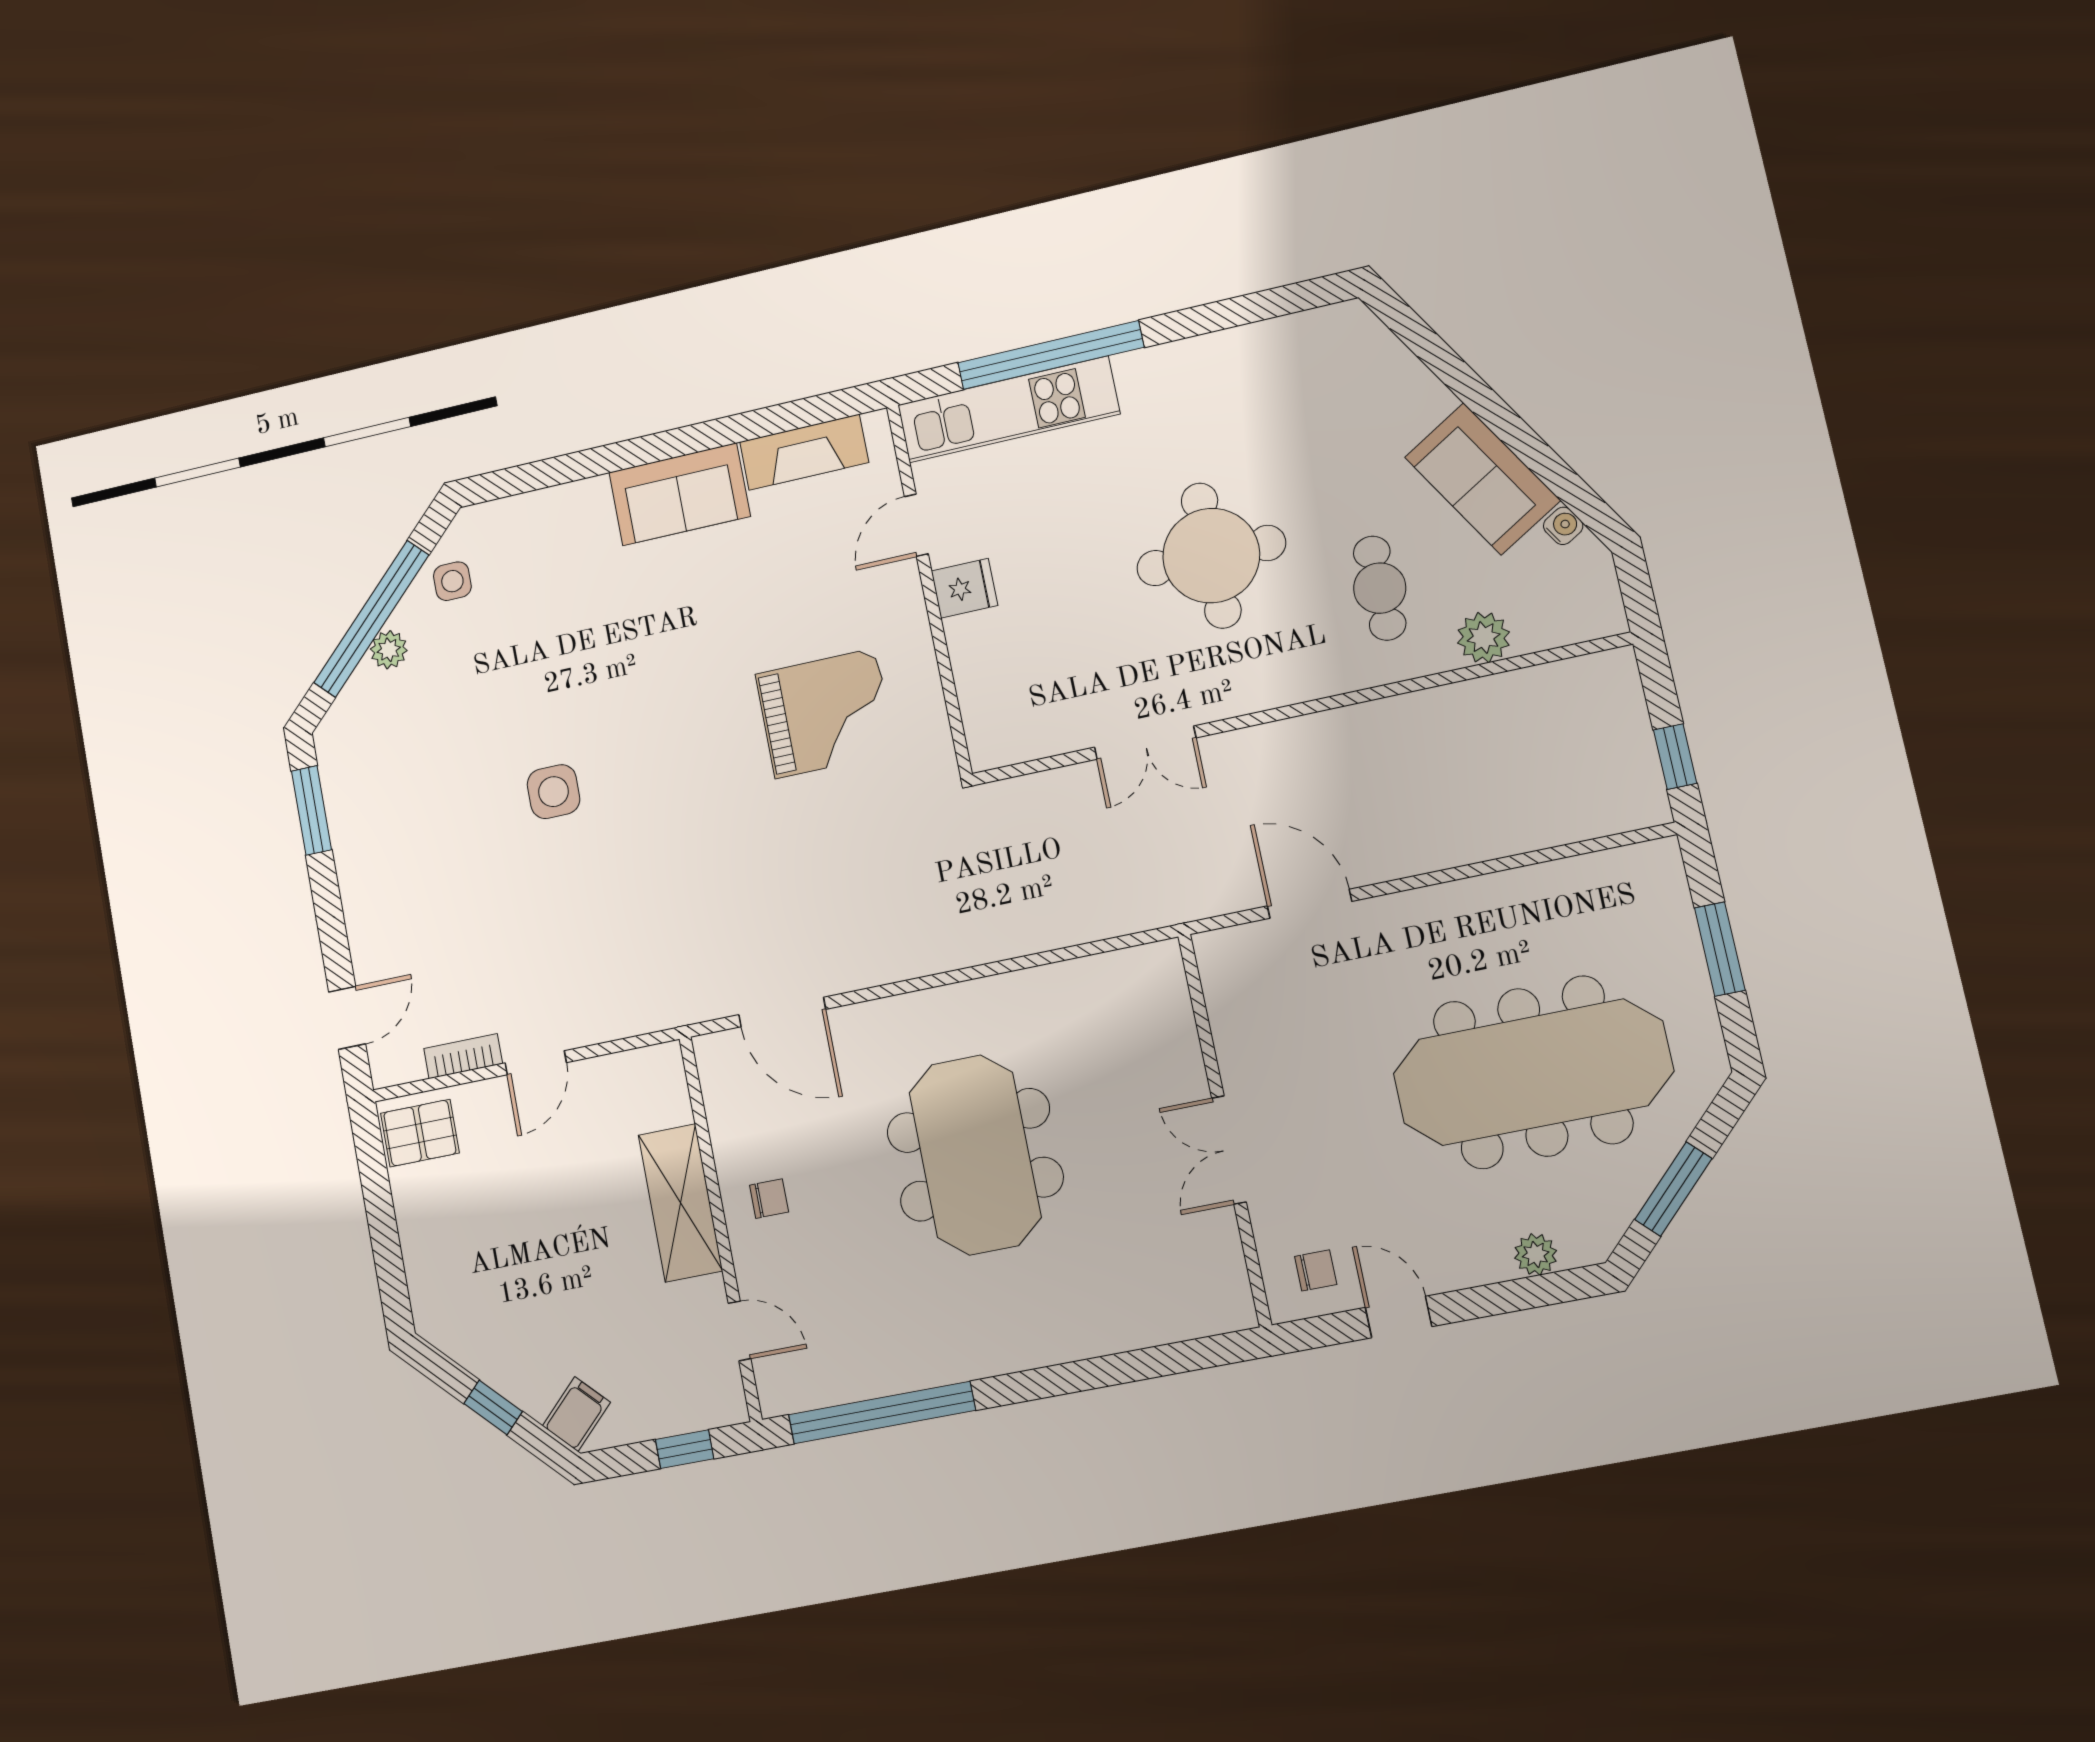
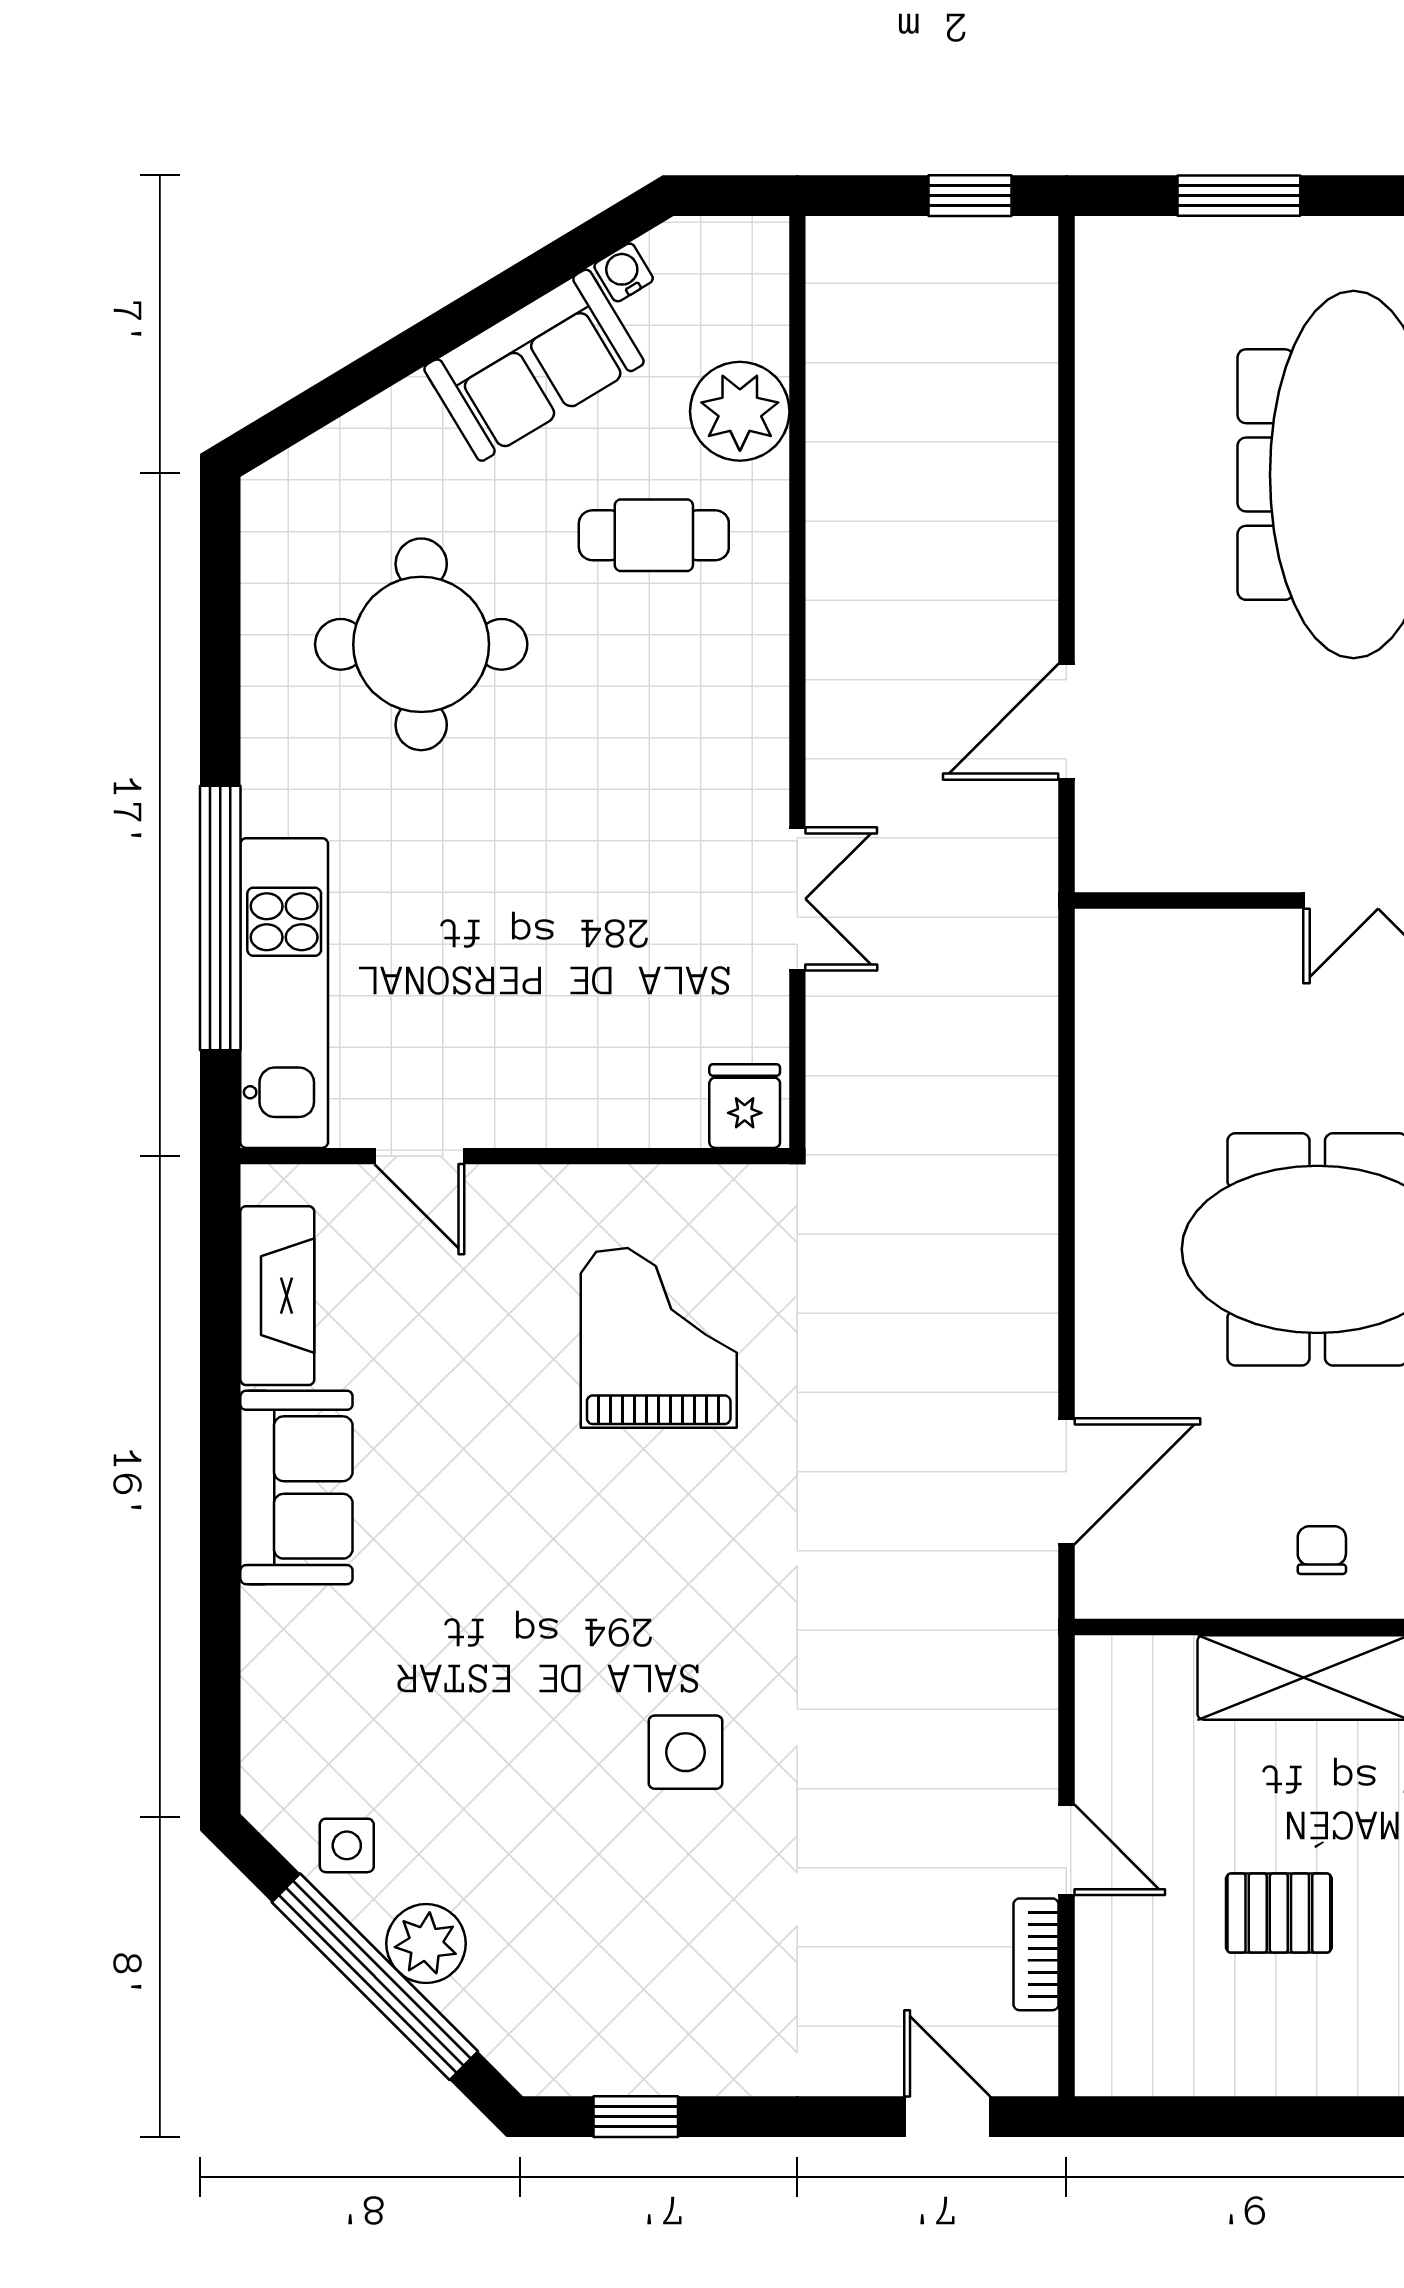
round table: (1211, 556) -> (421, 644), moved
fridge: (964, 588) -> (745, 1106), moved
plant: (1484, 638) -> (740, 411), width x1.36, depth x1.36
plant: (389, 650) -> (426, 1944), width x1.38, depth x1.38
window: (312, 810) -> (636, 2117), width x0.67
pallet: (420, 1133) -> (1279, 1913), moved, turned 90

